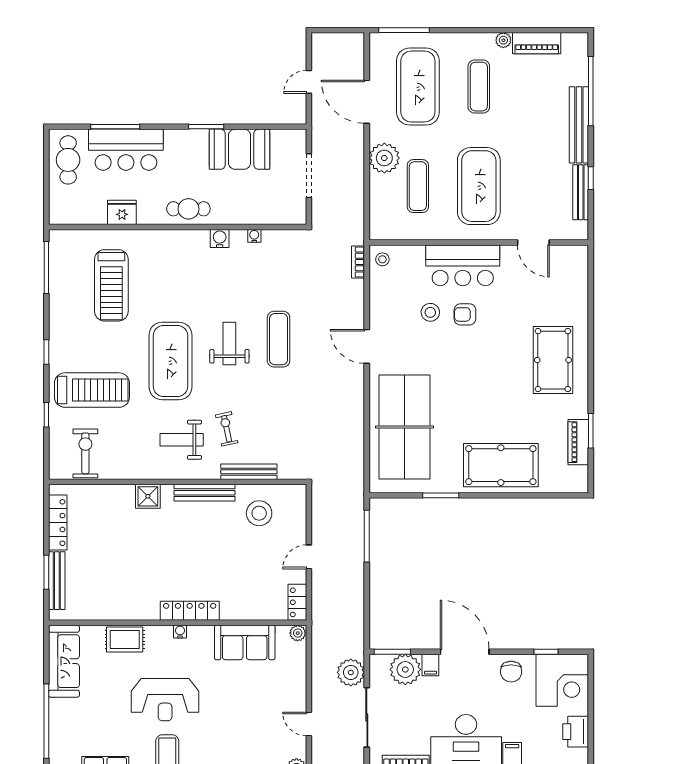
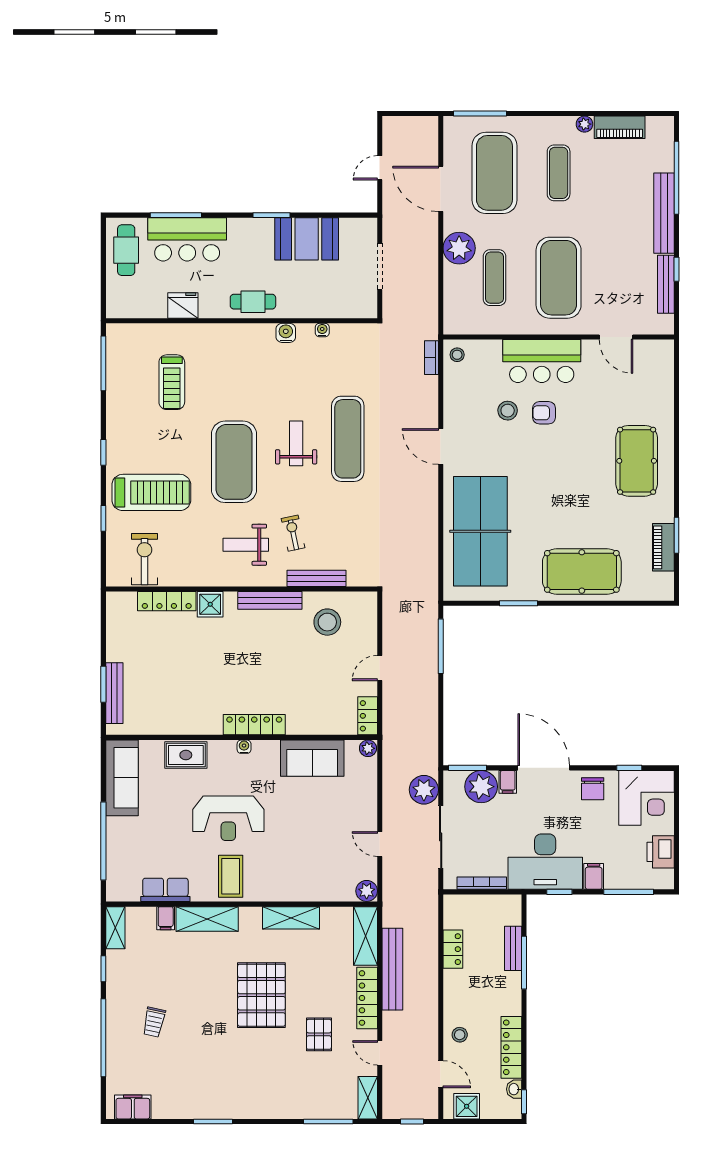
treadmill: (111, 285) -> (172, 382), width x0.73, depth x0.73
exercise mat: (279, 339) -> (348, 439), width x1.36, depth x1.45
locker: (58, 523) -> (167, 601), moved, turned 90

